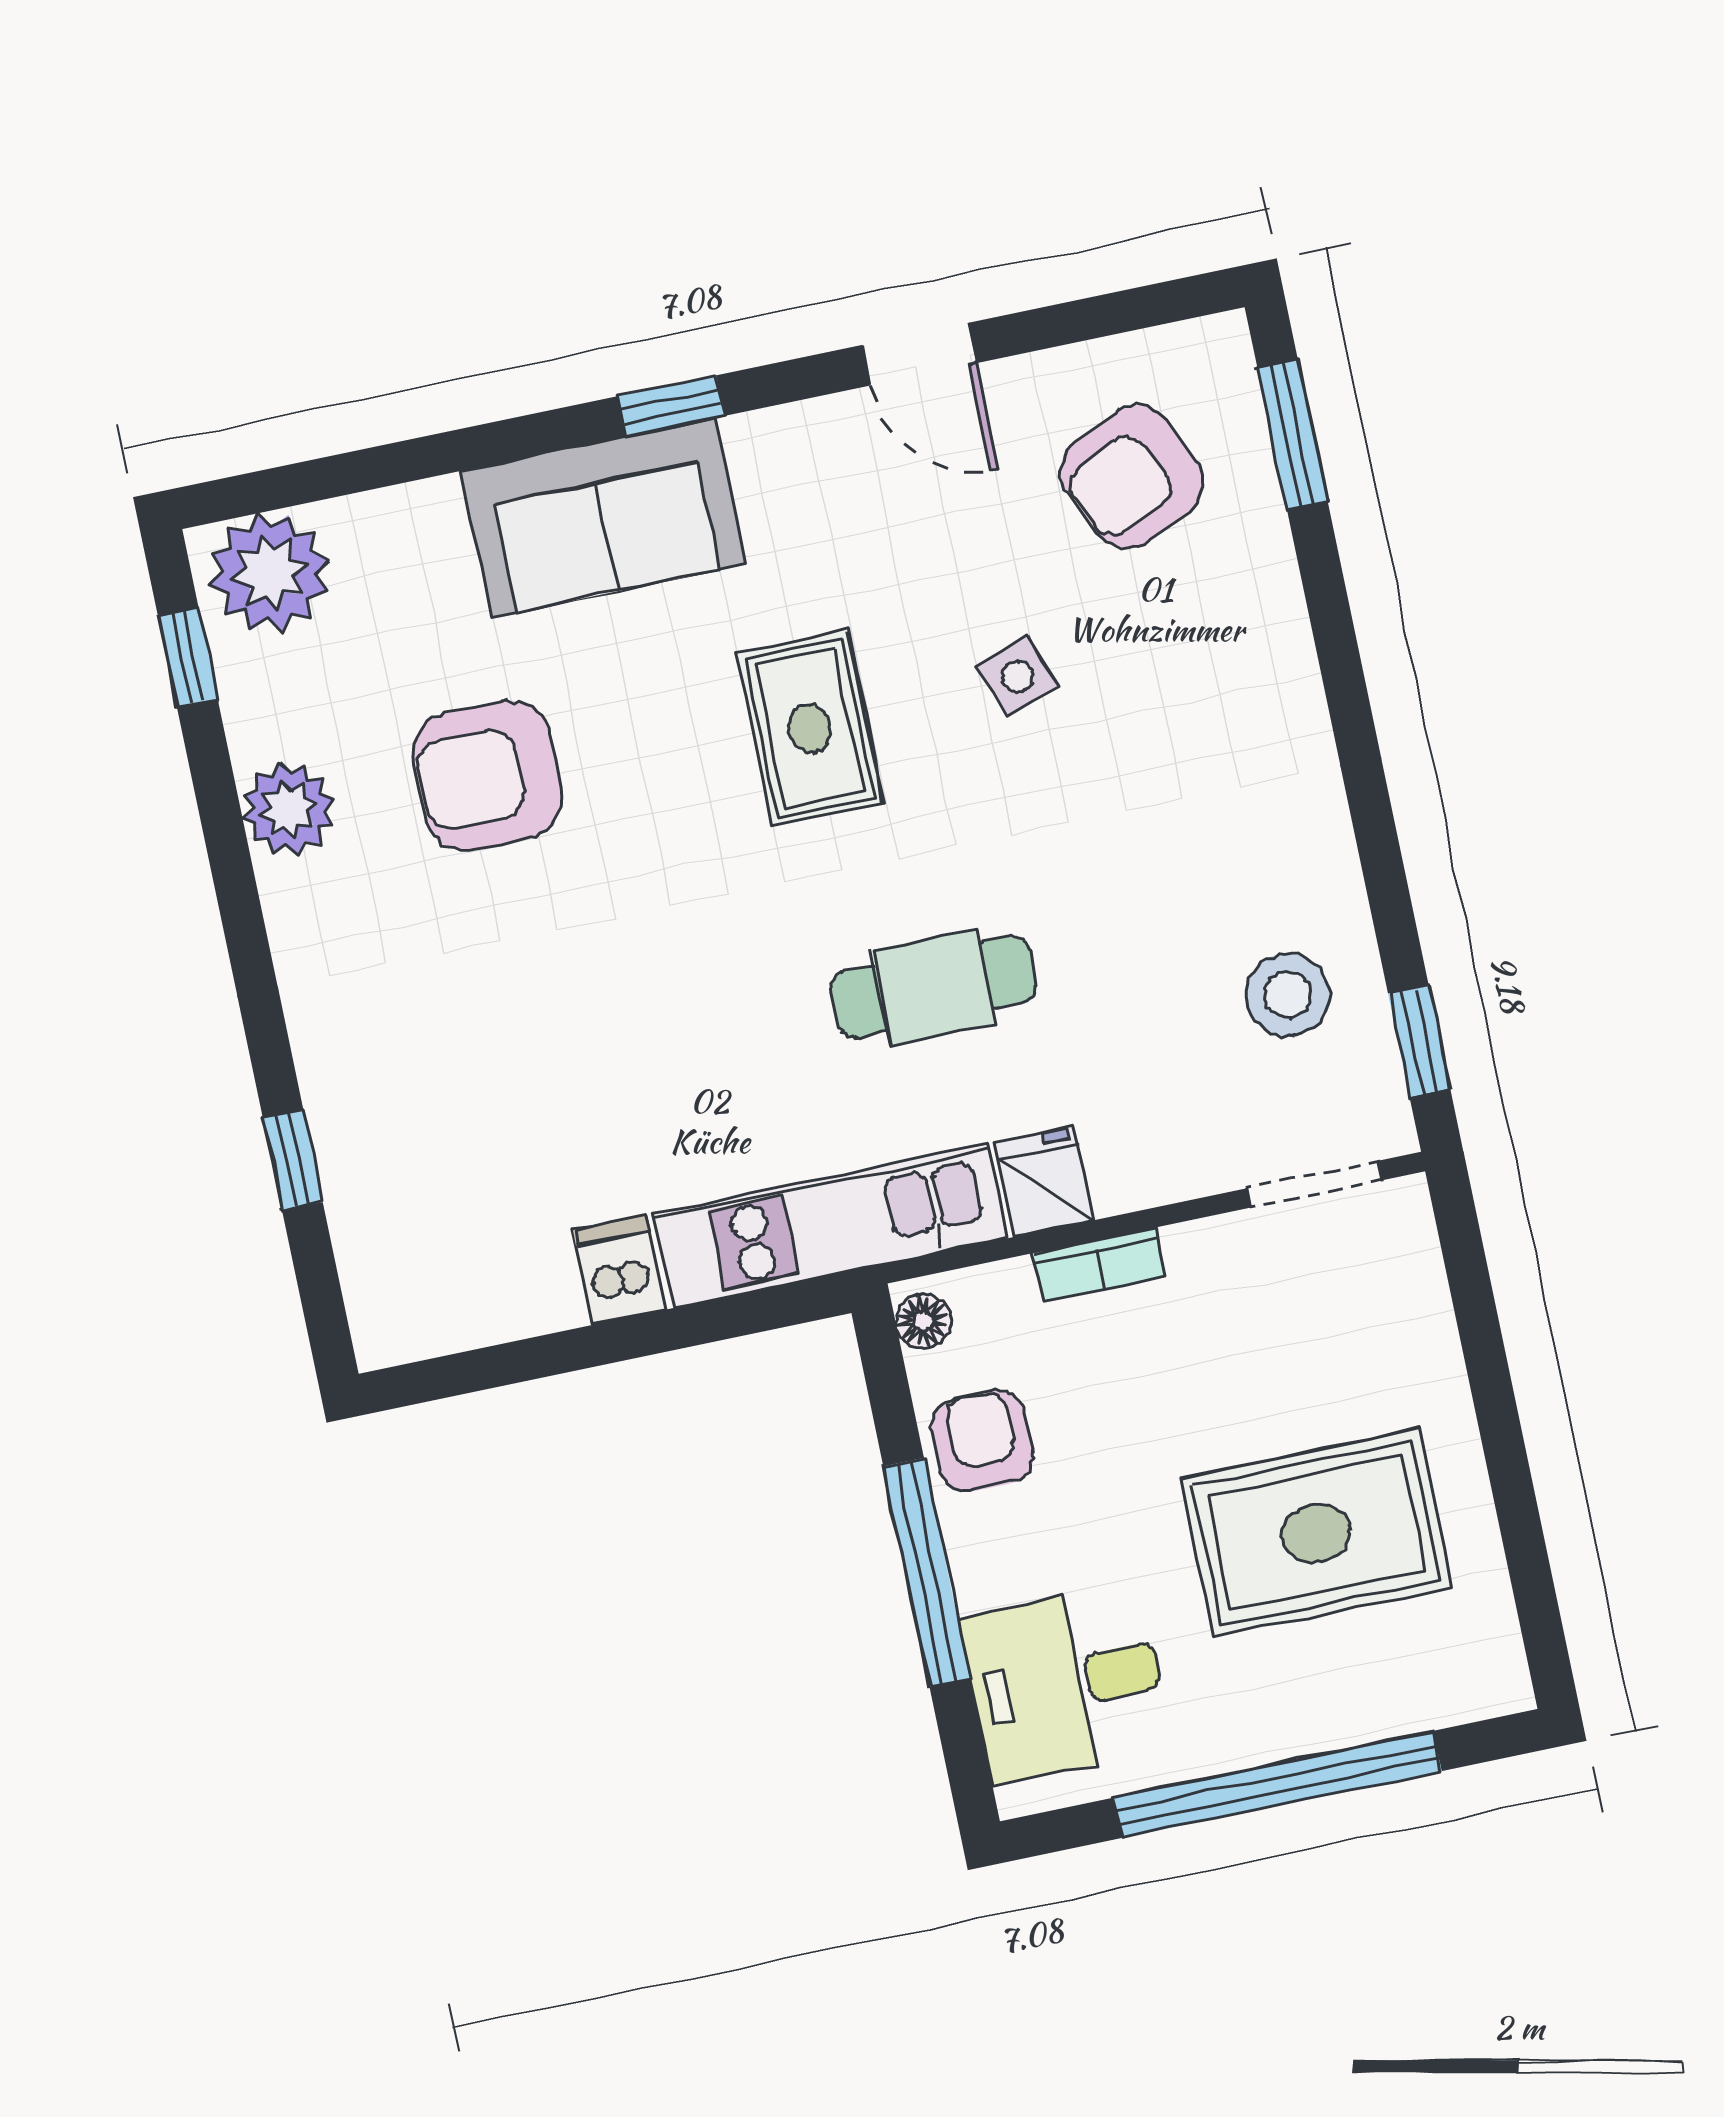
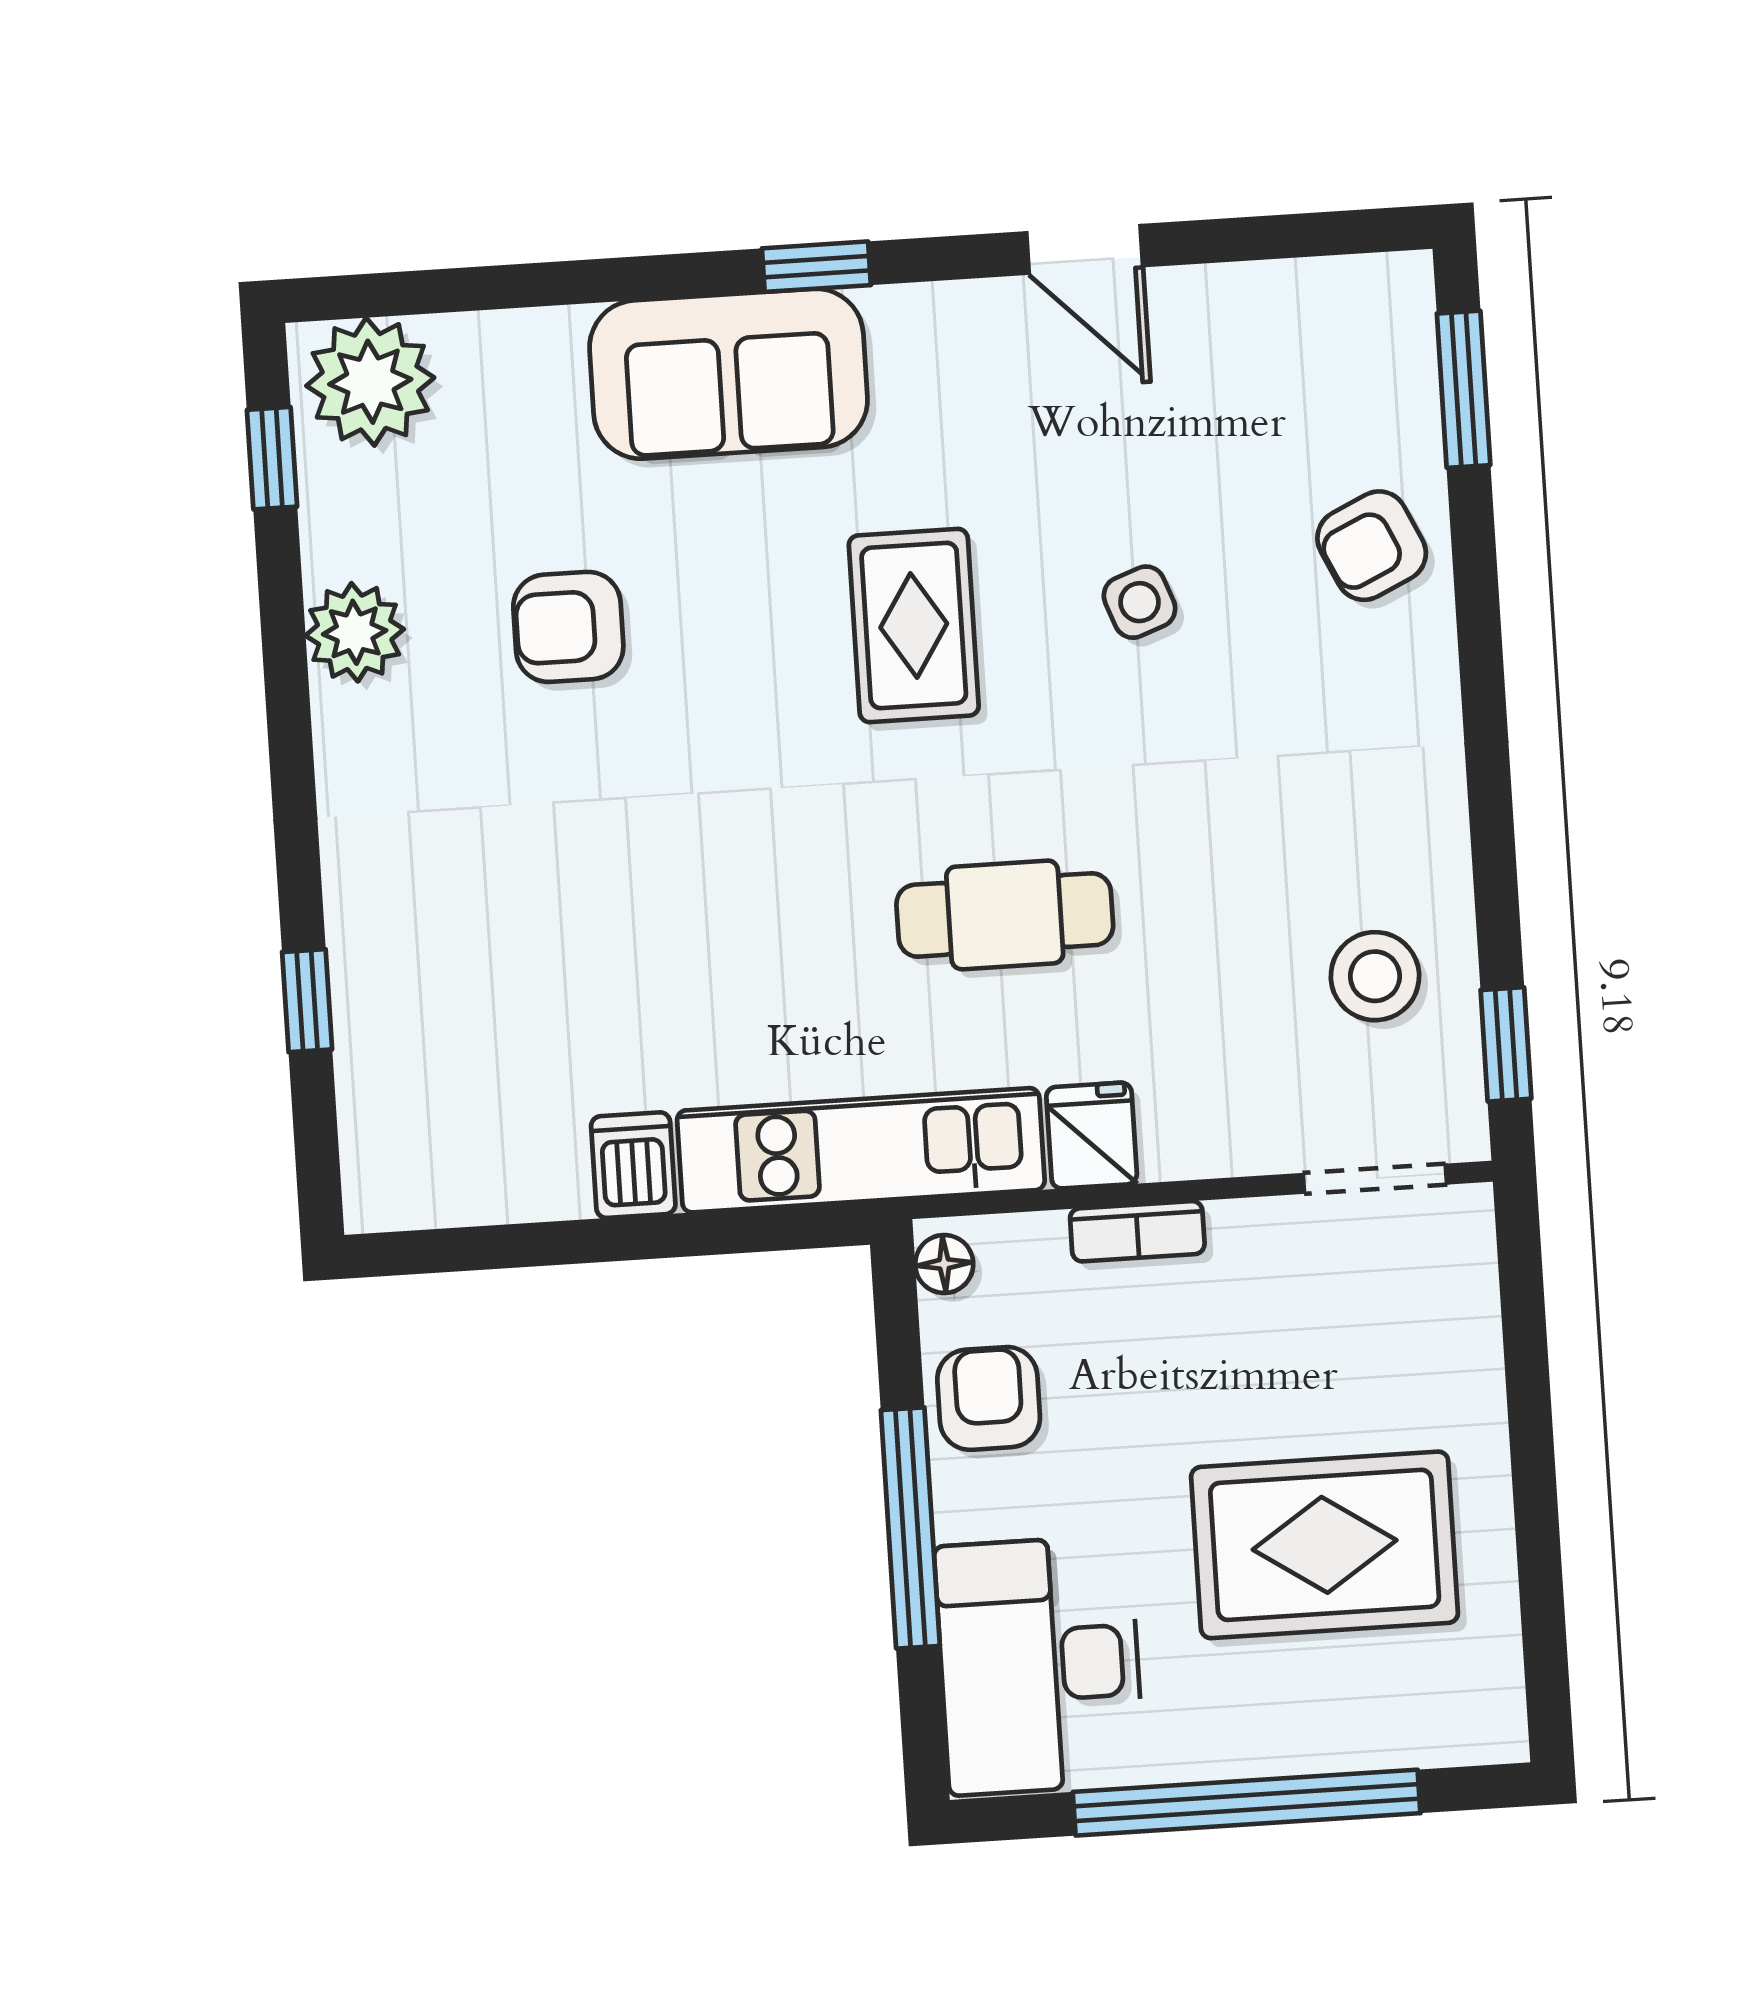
armchair: (1132, 477) -> (1372, 546), moved, width x0.72, depth x0.72
armchair: (487, 776) -> (568, 627), width x0.72, depth x0.72
desk: (1066, 1684) -> (1039, 1665), width x1.37

